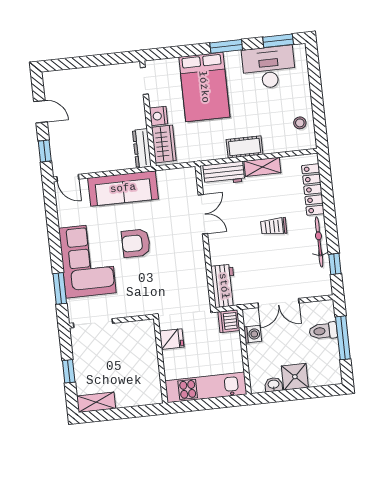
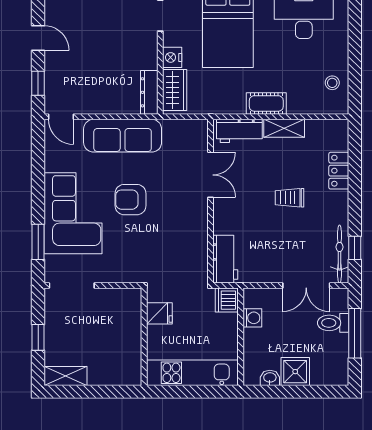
locker: (313, 190) -> (339, 171), width x0.66
bicycle: (319, 242) -> (340, 254), moved
double door: (279, 303) -> (306, 286), moved

